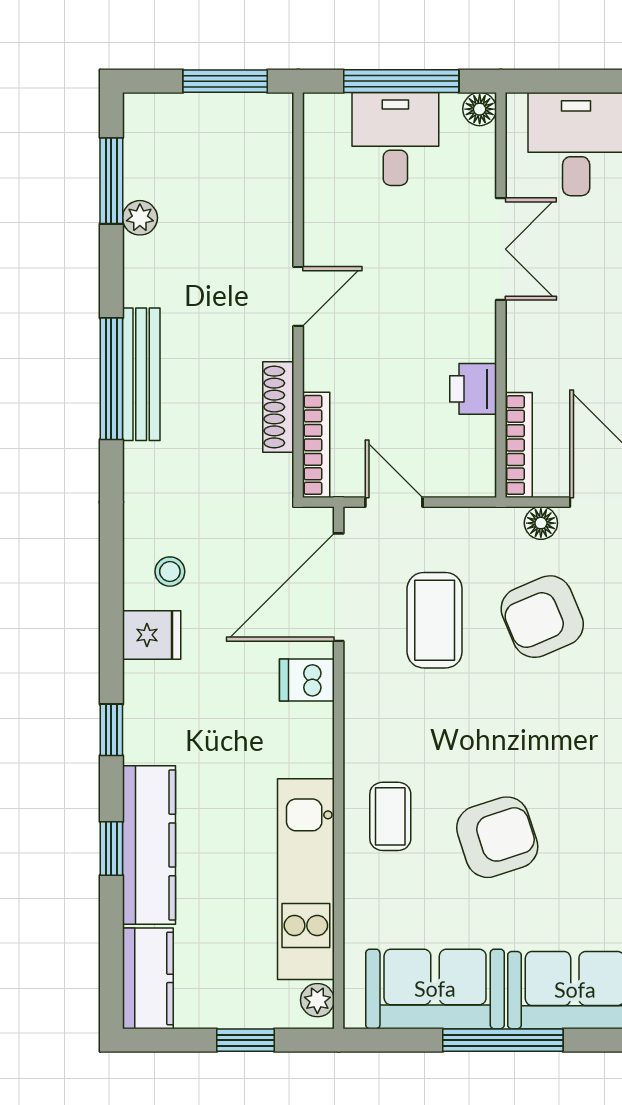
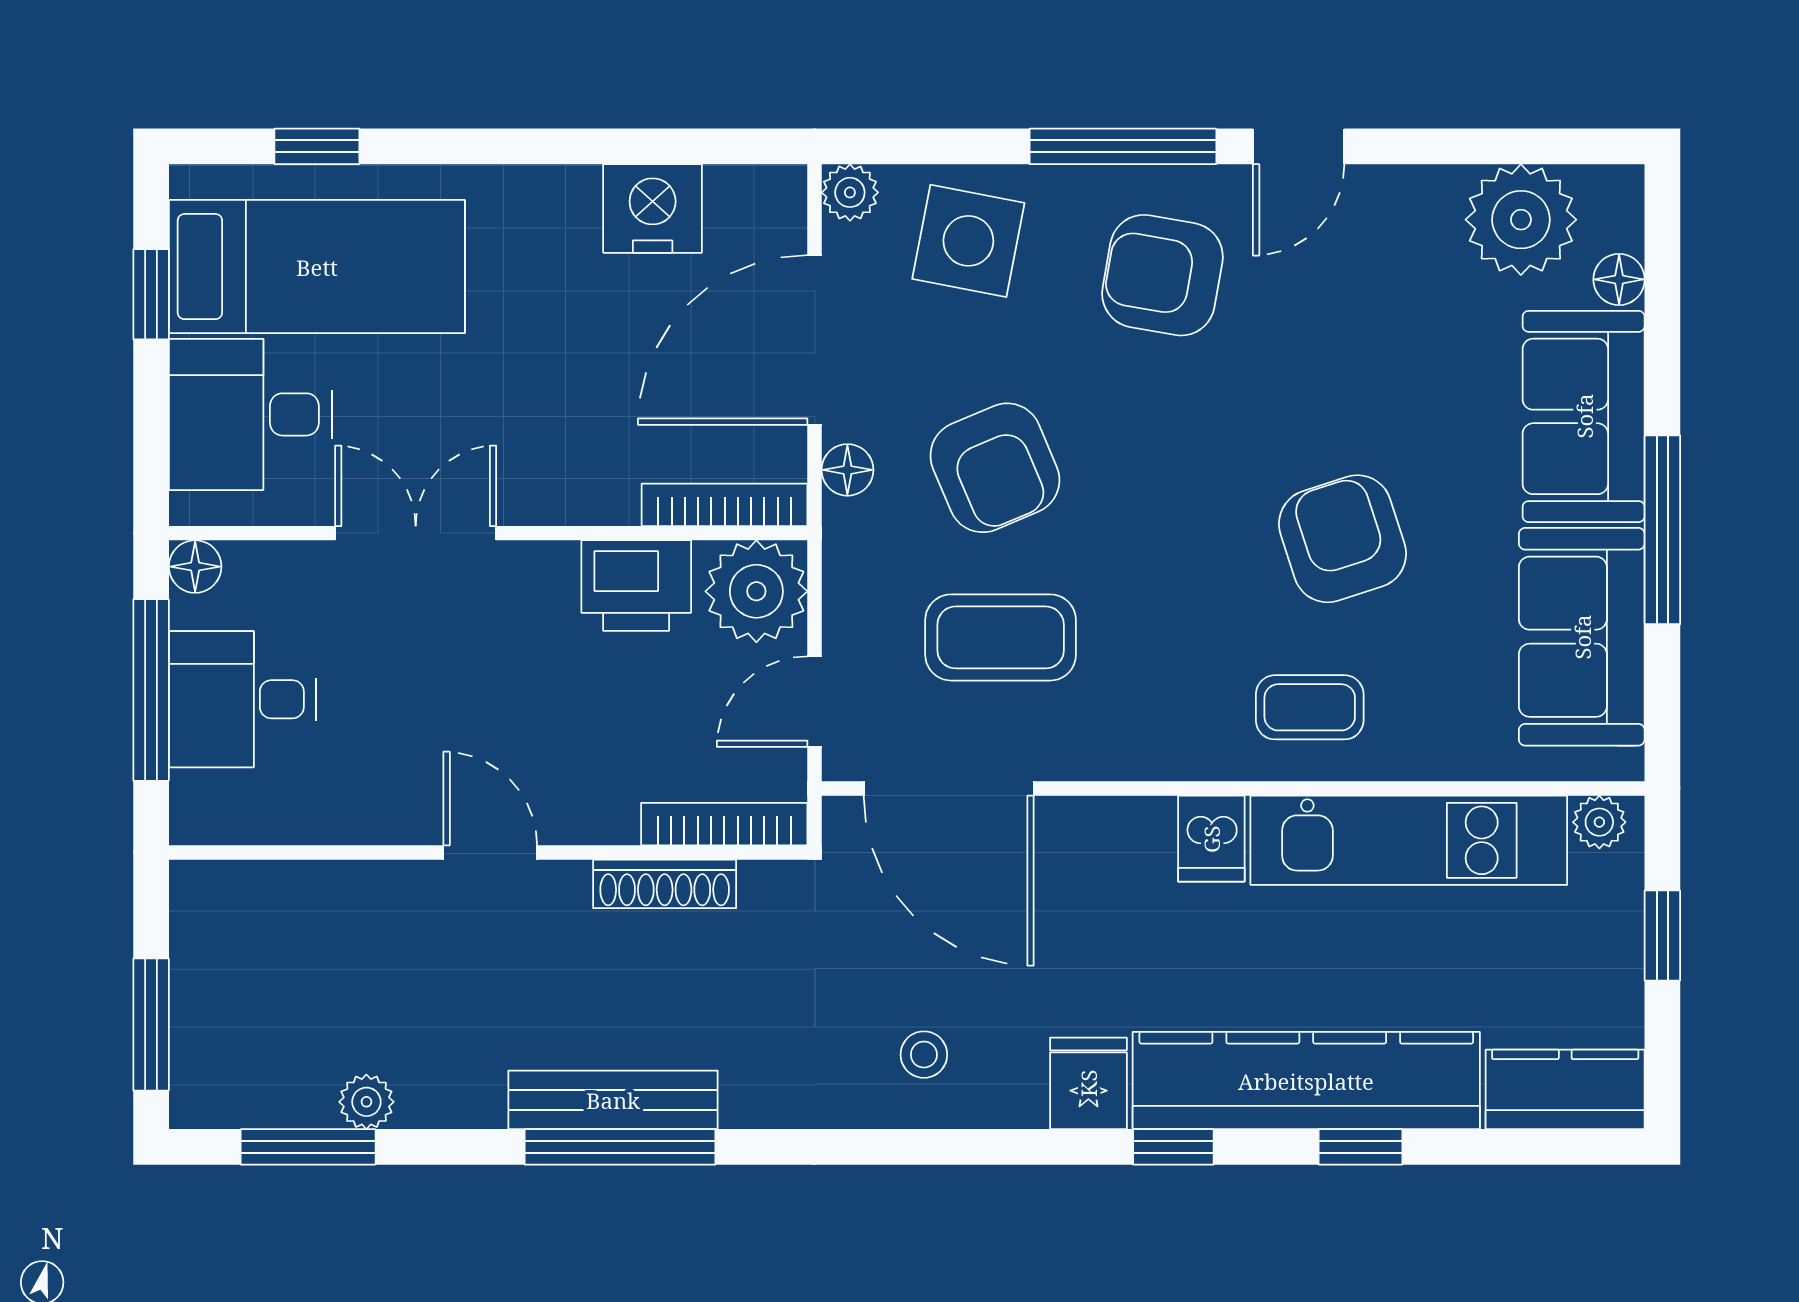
window: (225, 81) -> (151, 1025), moved
printer: (473, 389) -> (636, 586), width x1.36, depth x1.24
plant: (464, 465) -> (756, 591), added
fridge: (152, 635) -> (1088, 1083), moved
dishwasher: (307, 680) -> (1211, 839), moved
kitchen counter: (149, 845) -> (1306, 1081), width x1.39, depth x1.17

